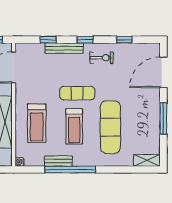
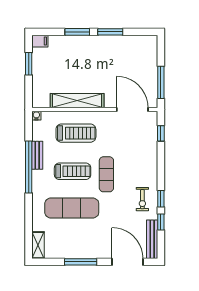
window: (48, 40) -> (161, 133), moved
window: (85, 40) -> (161, 199), moved
bench: (64, 48) -> (152, 239), moved
treadmill: (37, 123) -> (76, 133), turned 180
treadmill: (74, 126) -> (73, 171), turned 180

